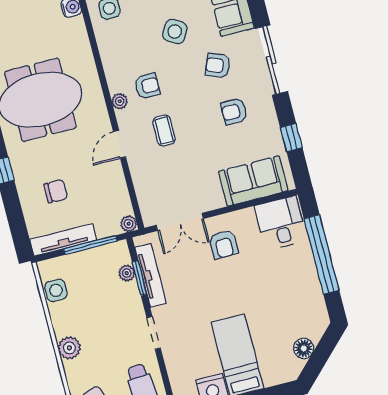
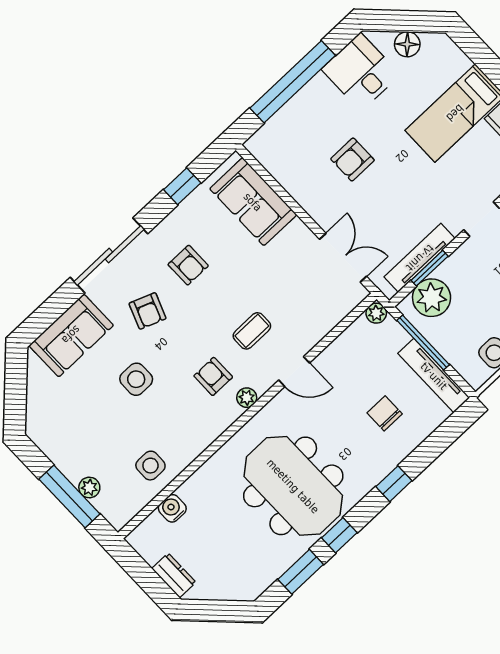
side table: (175, 32) -> (136, 379), turned -31
desk: (281, 223) -> (361, 72), moved, turned 90
armchair: (224, 244) -> (352, 160), moved, turned 180
plant: (127, 273) -> (432, 298), width x1.88, depth x1.88

